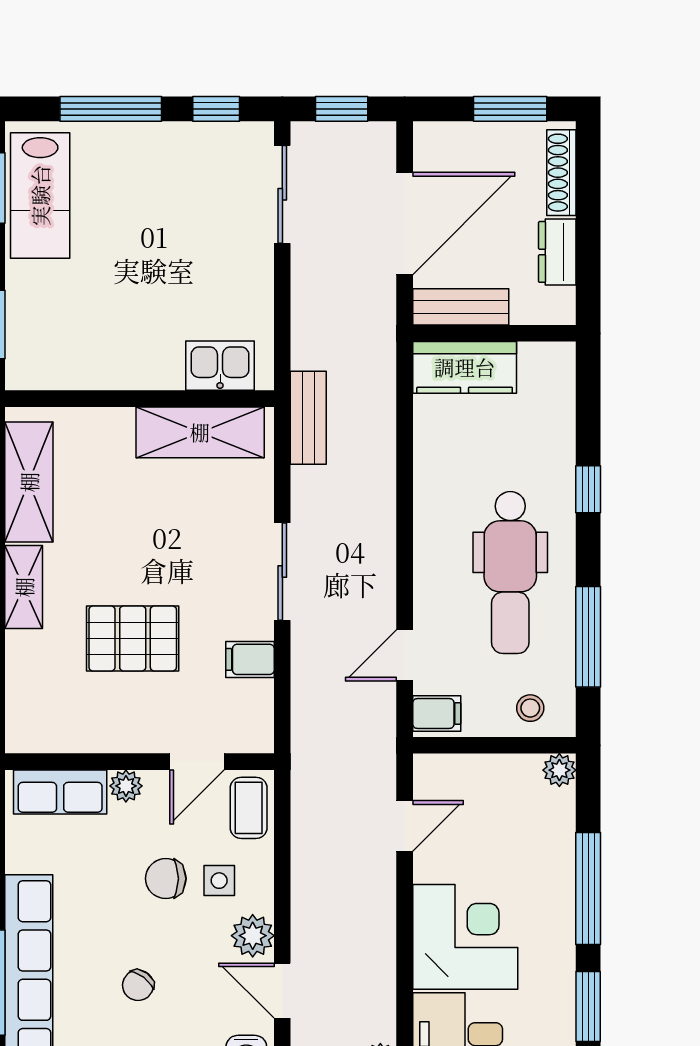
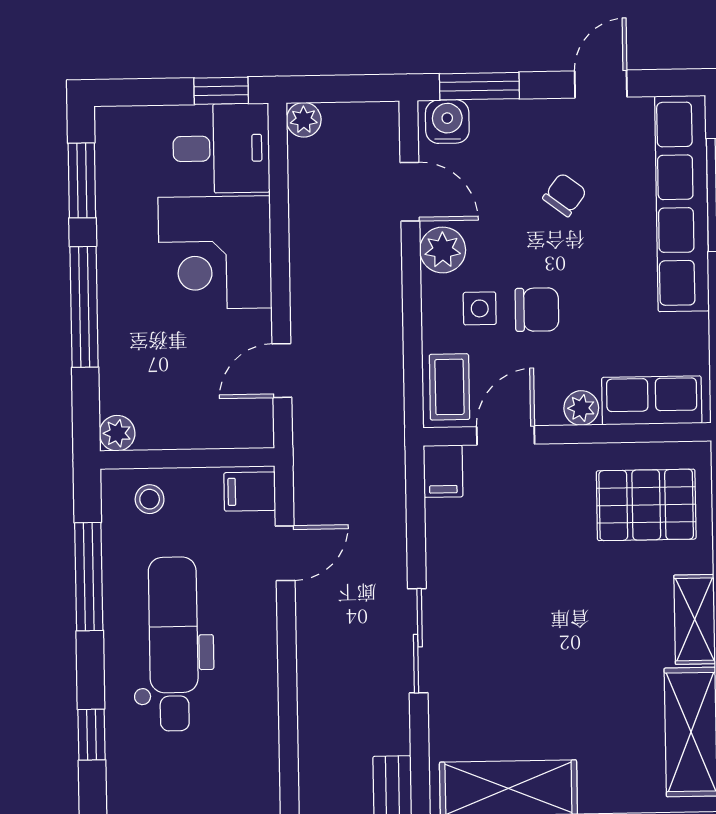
pallet: (133, 638) -> (646, 505), moved
filing cabinet: (250, 659) -> (443, 471), moved, turned 90

